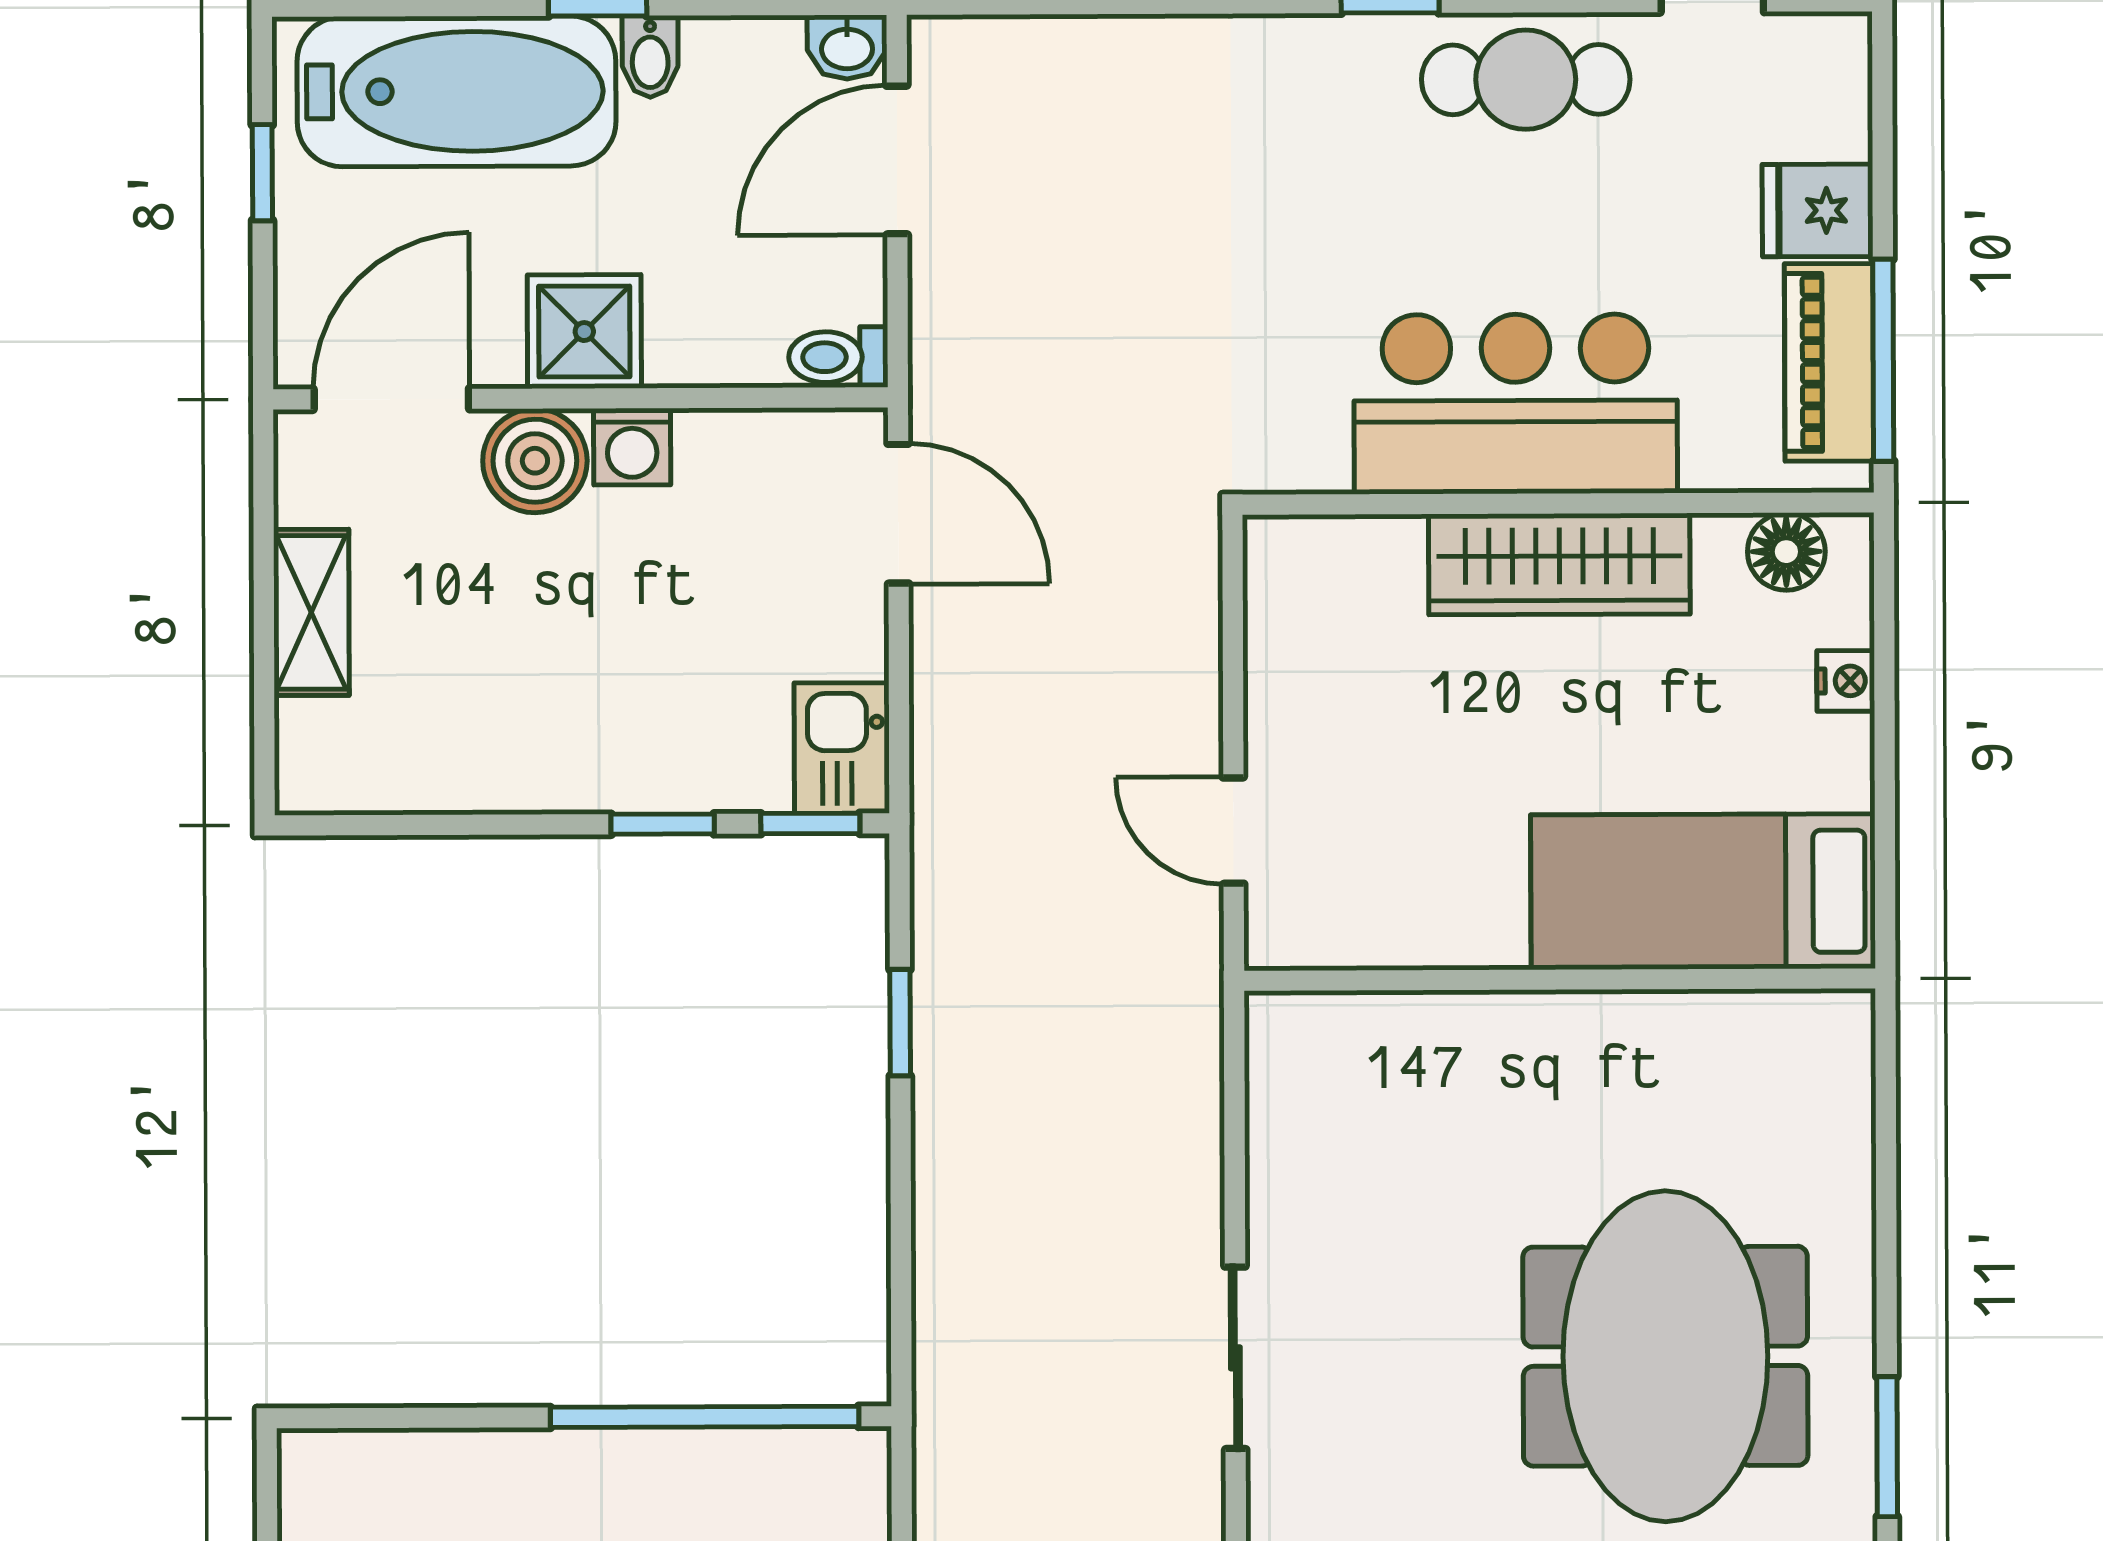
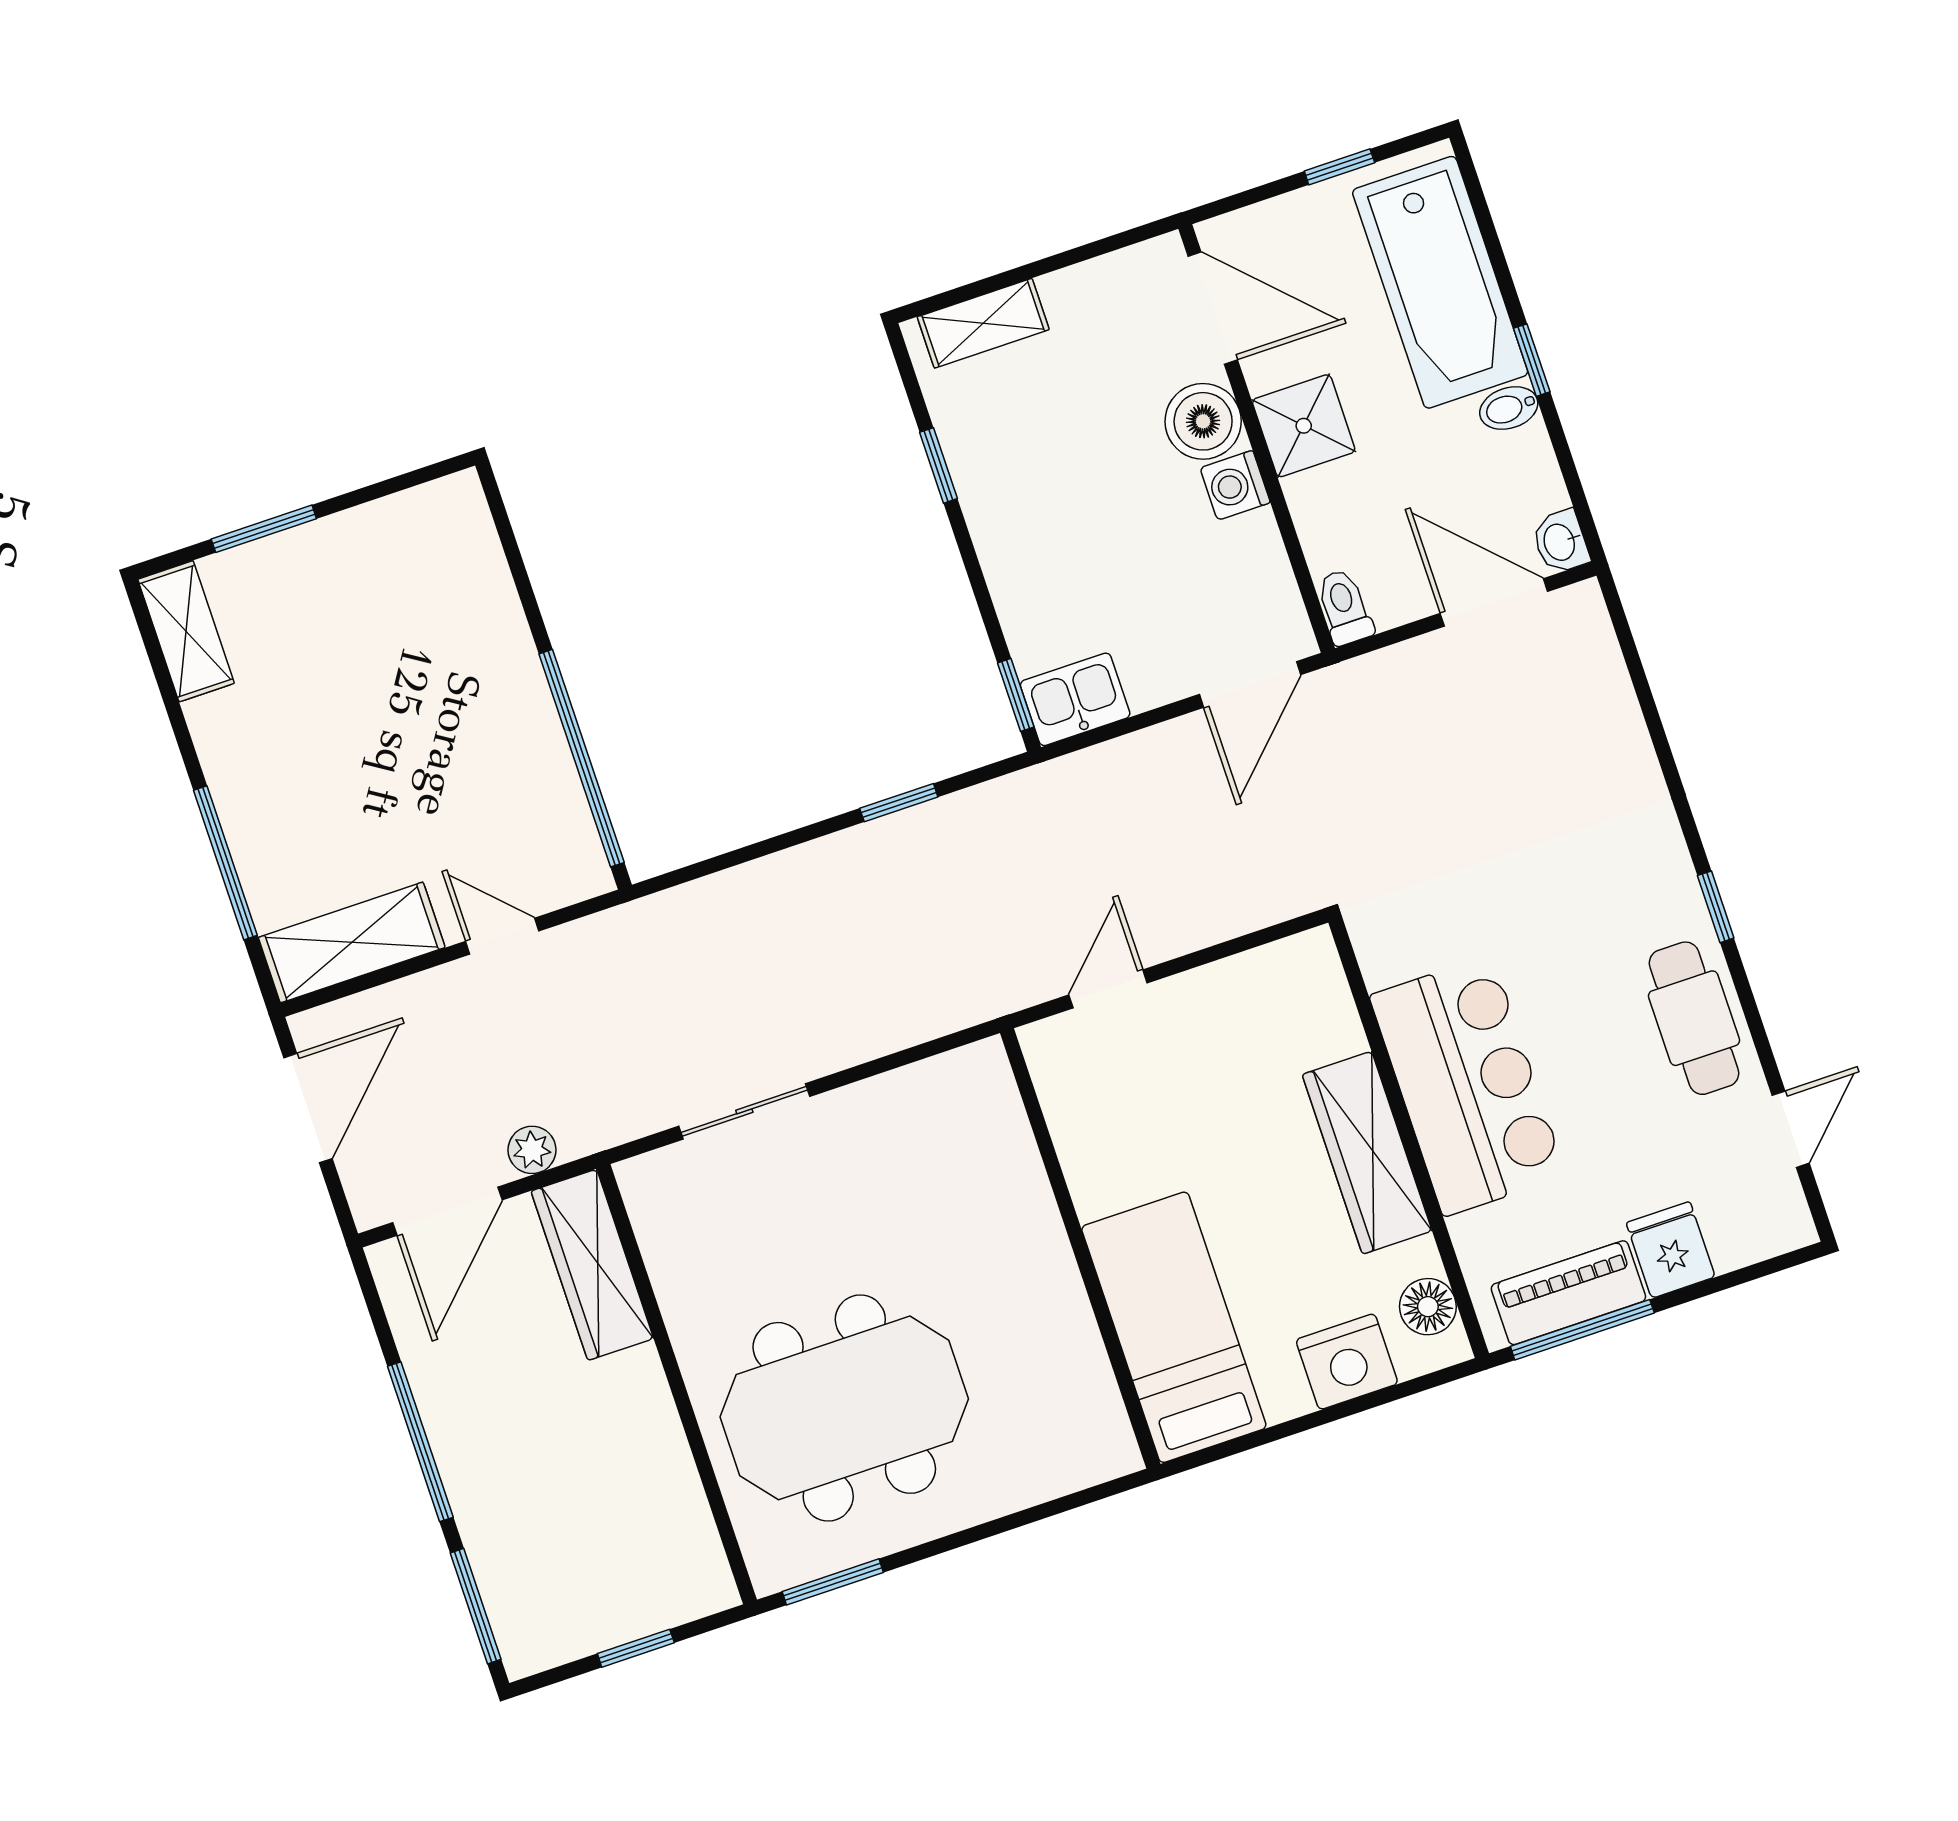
shelving: (311, 612) -> (983, 323), moved
nightstand: (1846, 681) -> (1347, 1362), width x1.89, depth x1.79
window: (663, 824) -> (938, 465), moved

